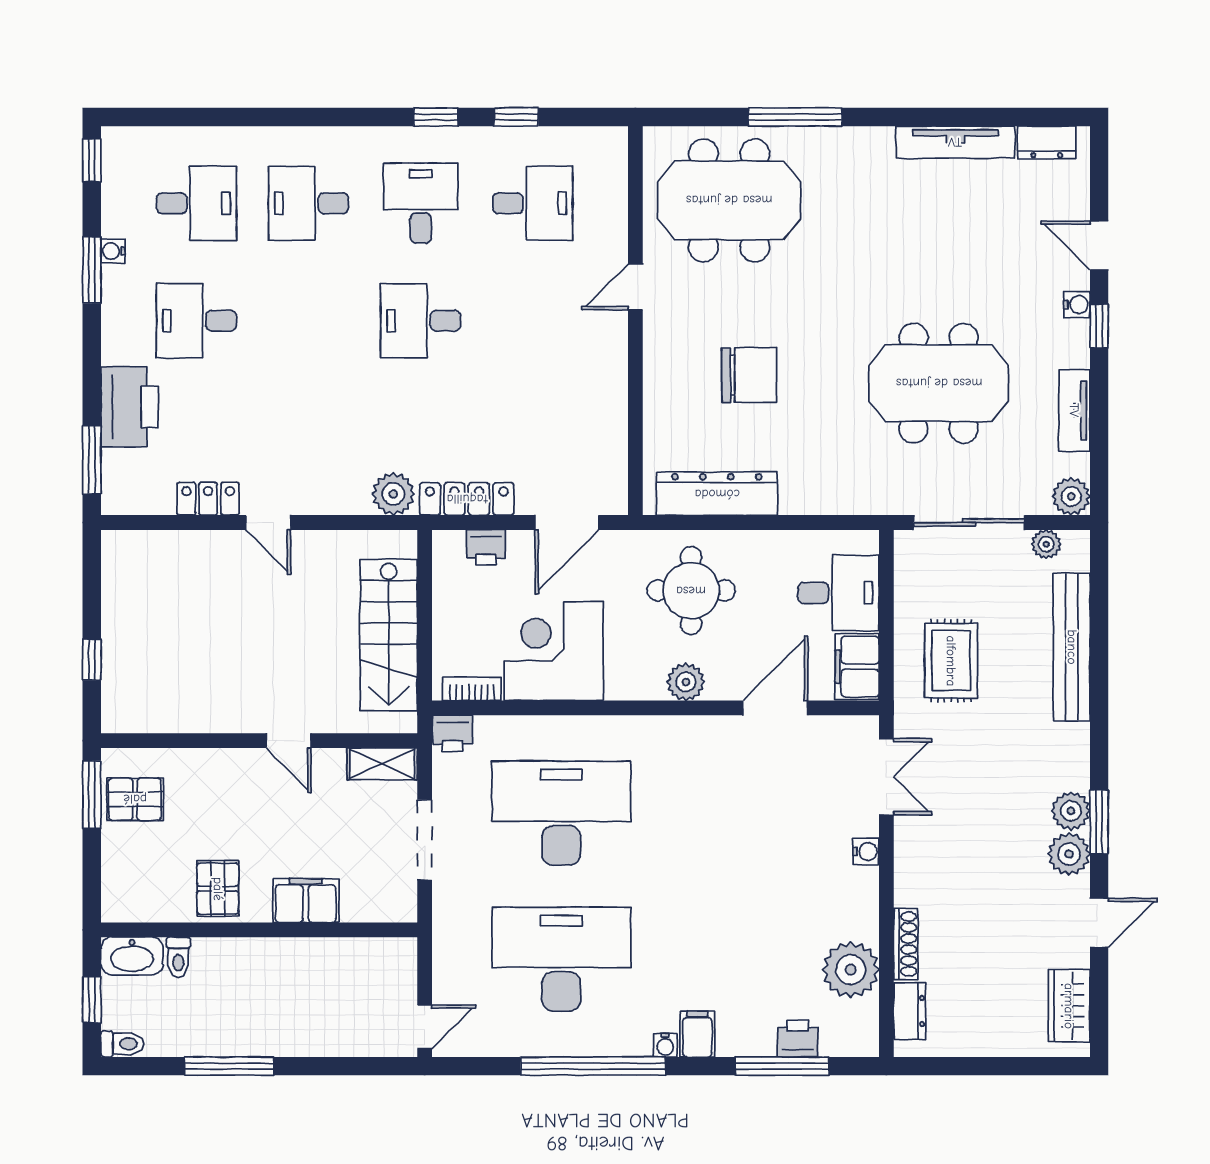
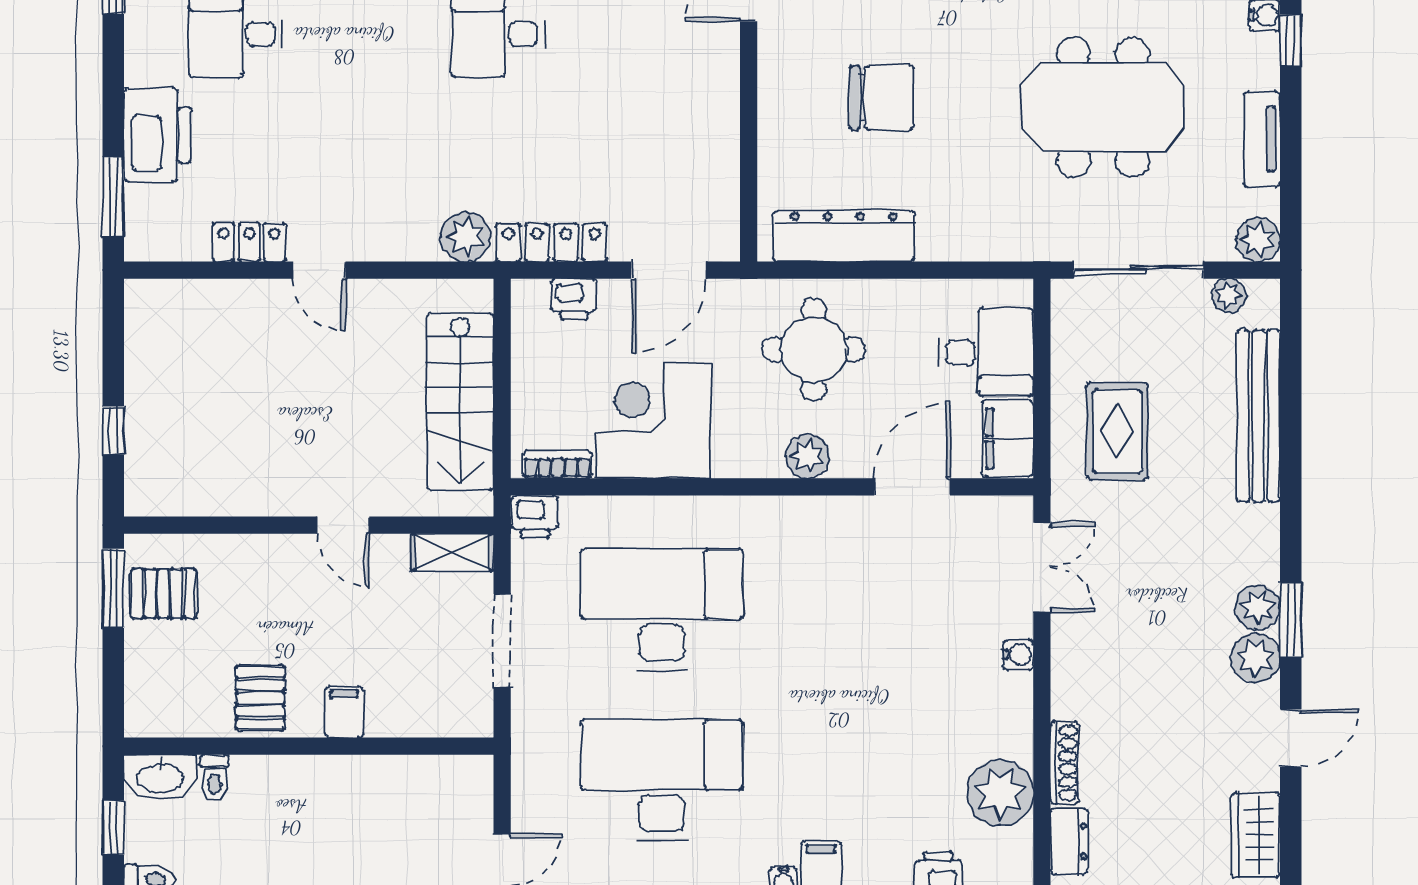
filing cabinet: (306, 901) -> (344, 712), width x0.50

